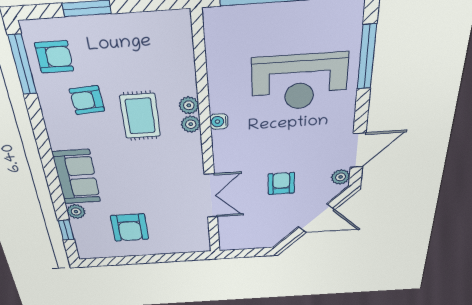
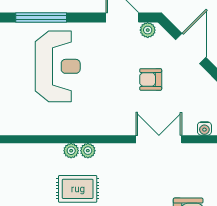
water cooler: (219, 122) -> (204, 129), moved

